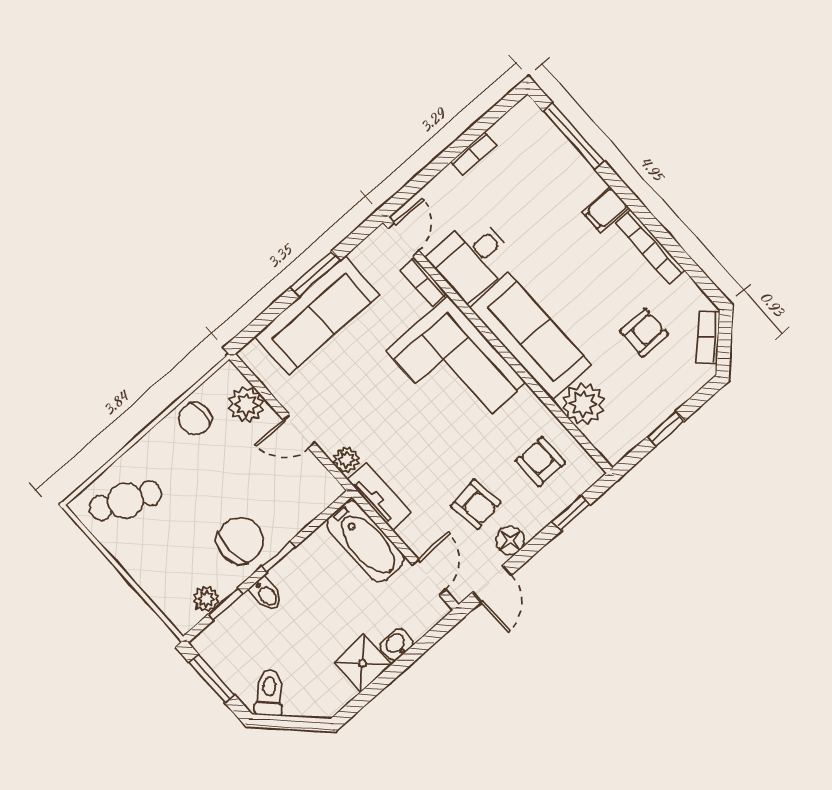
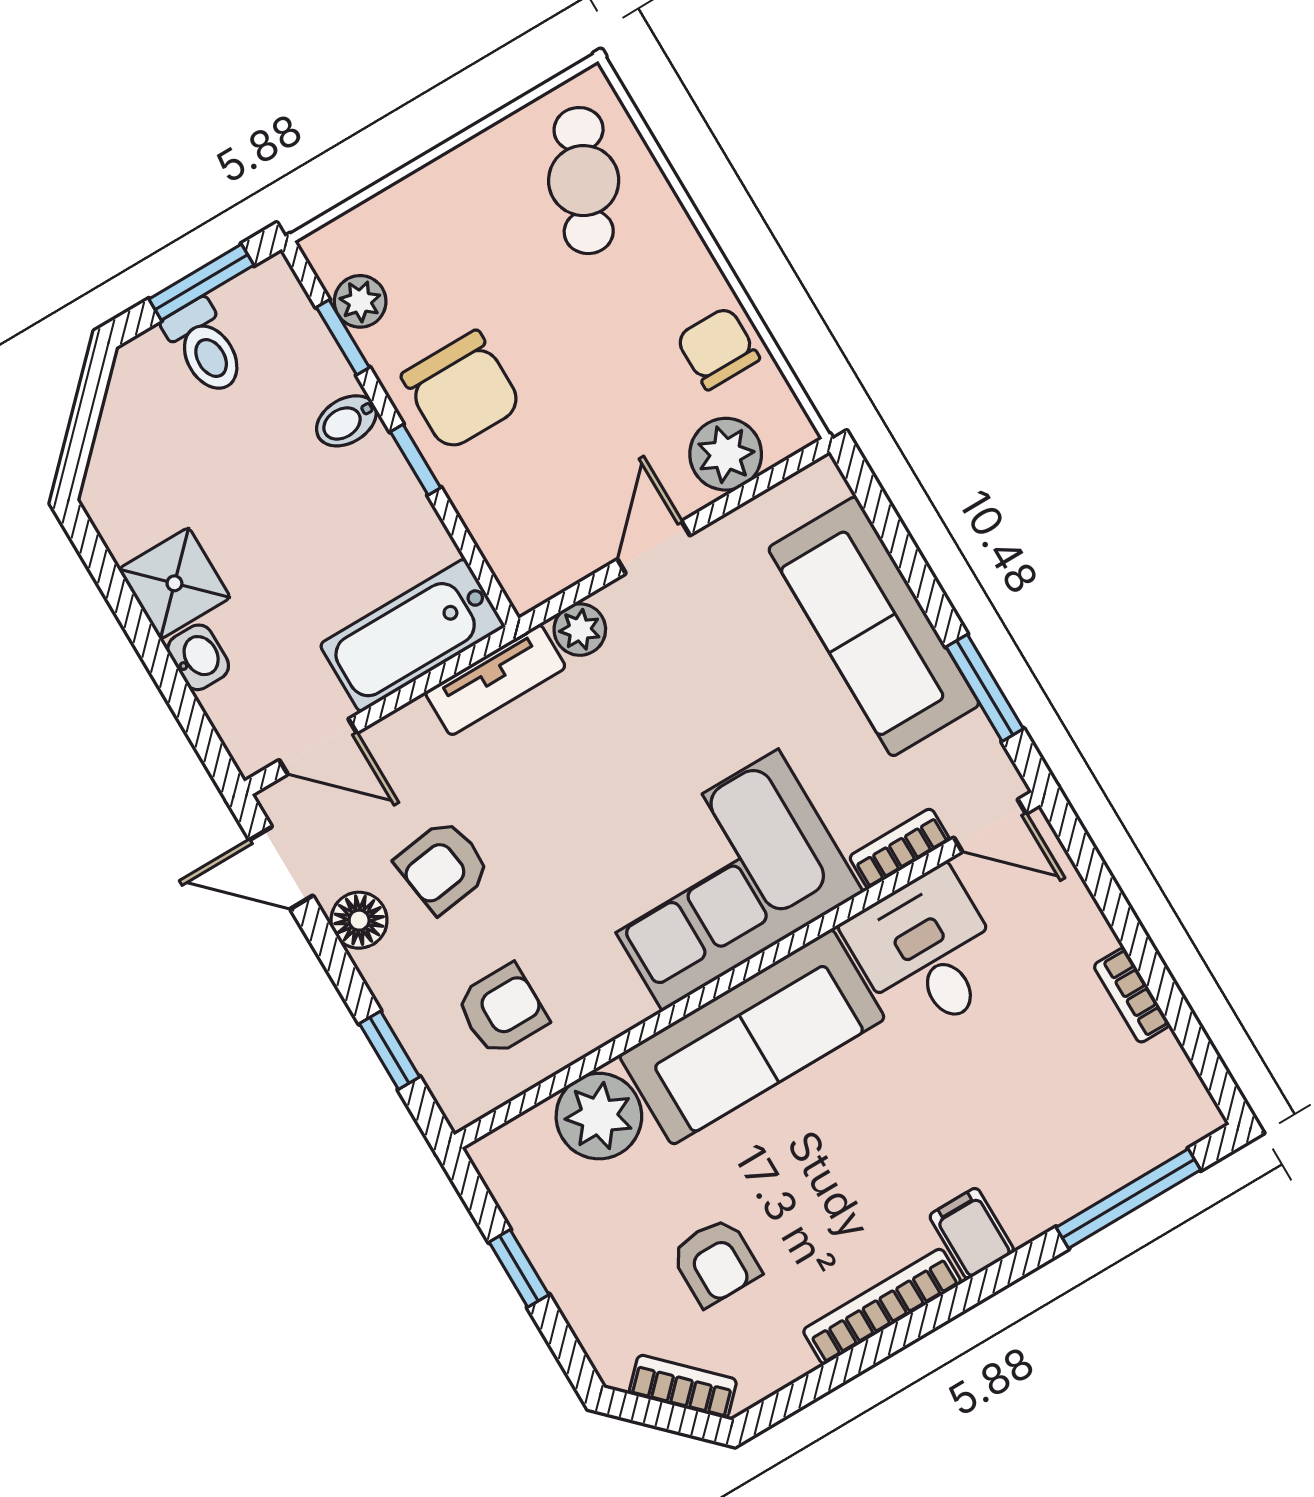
window: (315, 274) -> (985, 688), moved
toilet: (269, 693) -> (205, 347), moved, turned 45

